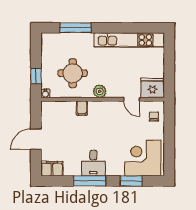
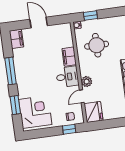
plant: (100, 91) -> (87, 82), moved
filing cabinet: (82, 108) -> (69, 57), width x2.00
window: (169, 120) -> (69, 129), added
desk: (93, 163) -> (67, 77), moved, turned 180

